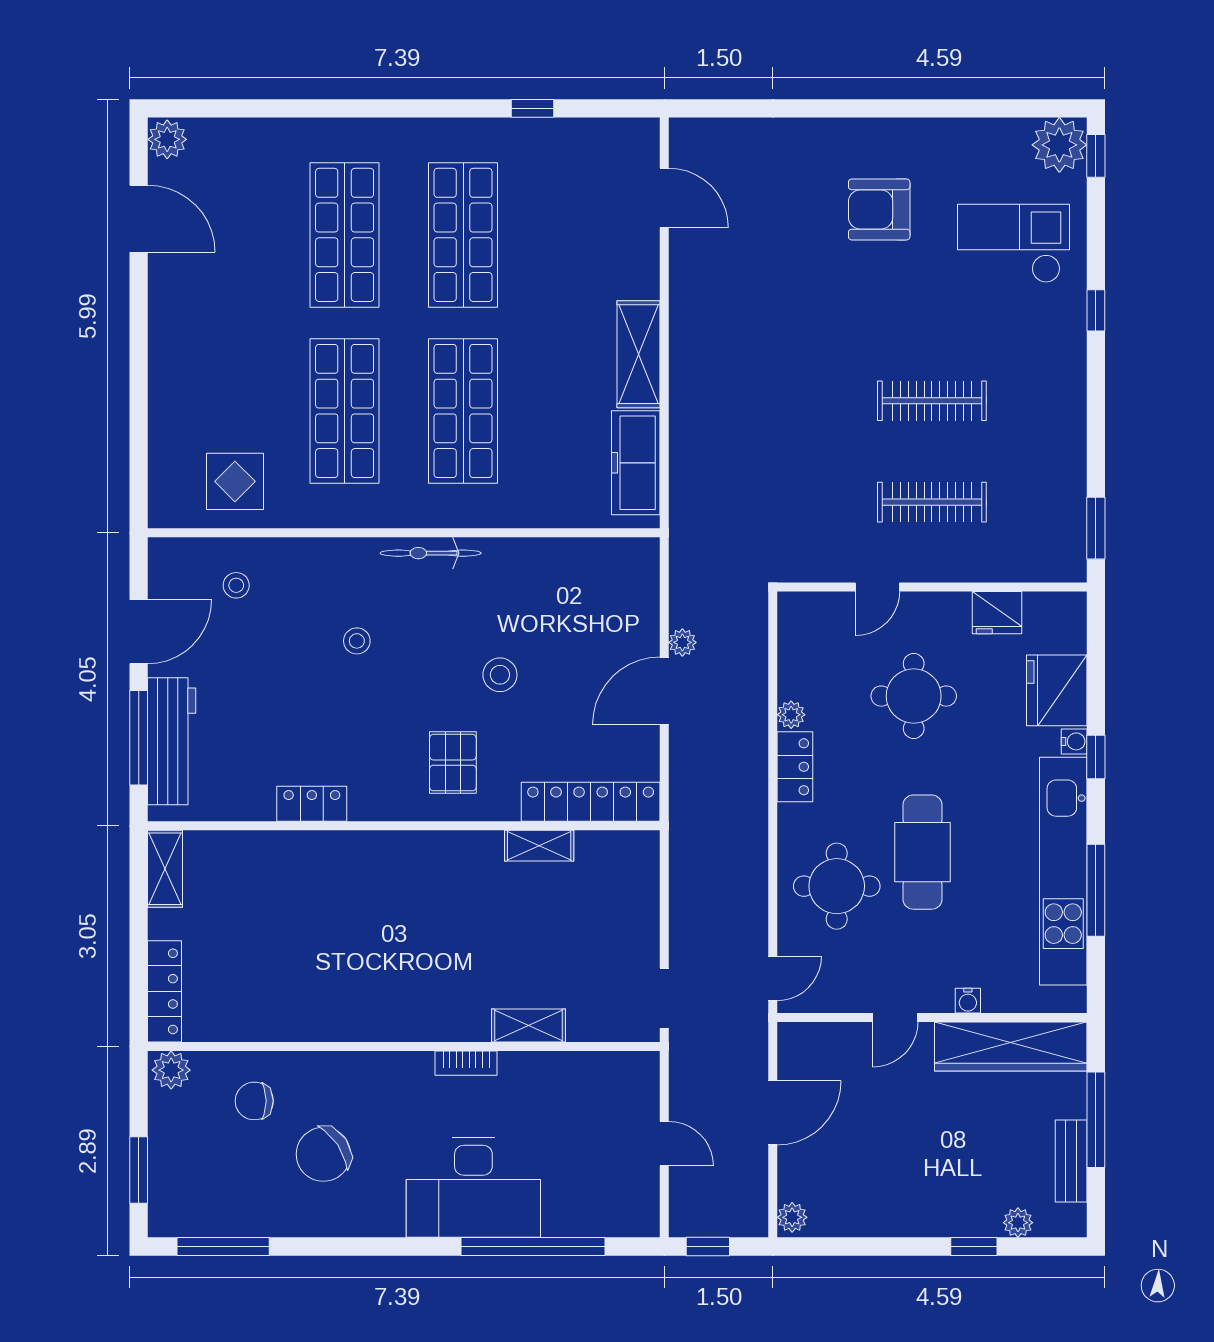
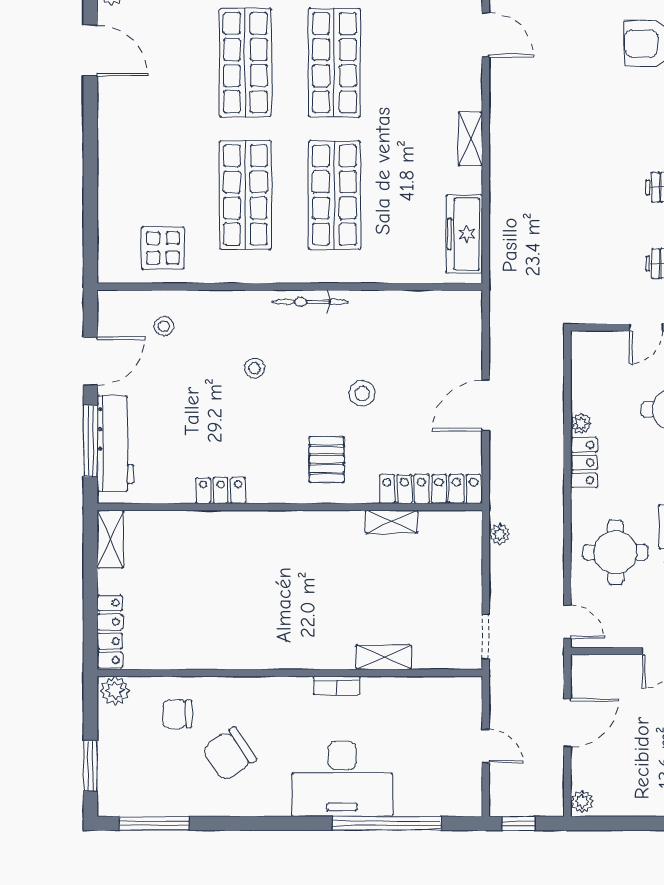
shelving: (638, 354) -> (470, 139), width x0.67, depth x0.75
plant: (682, 642) -> (499, 534), moved
door: (773, 978) -> (567, 622), hinge flipped

